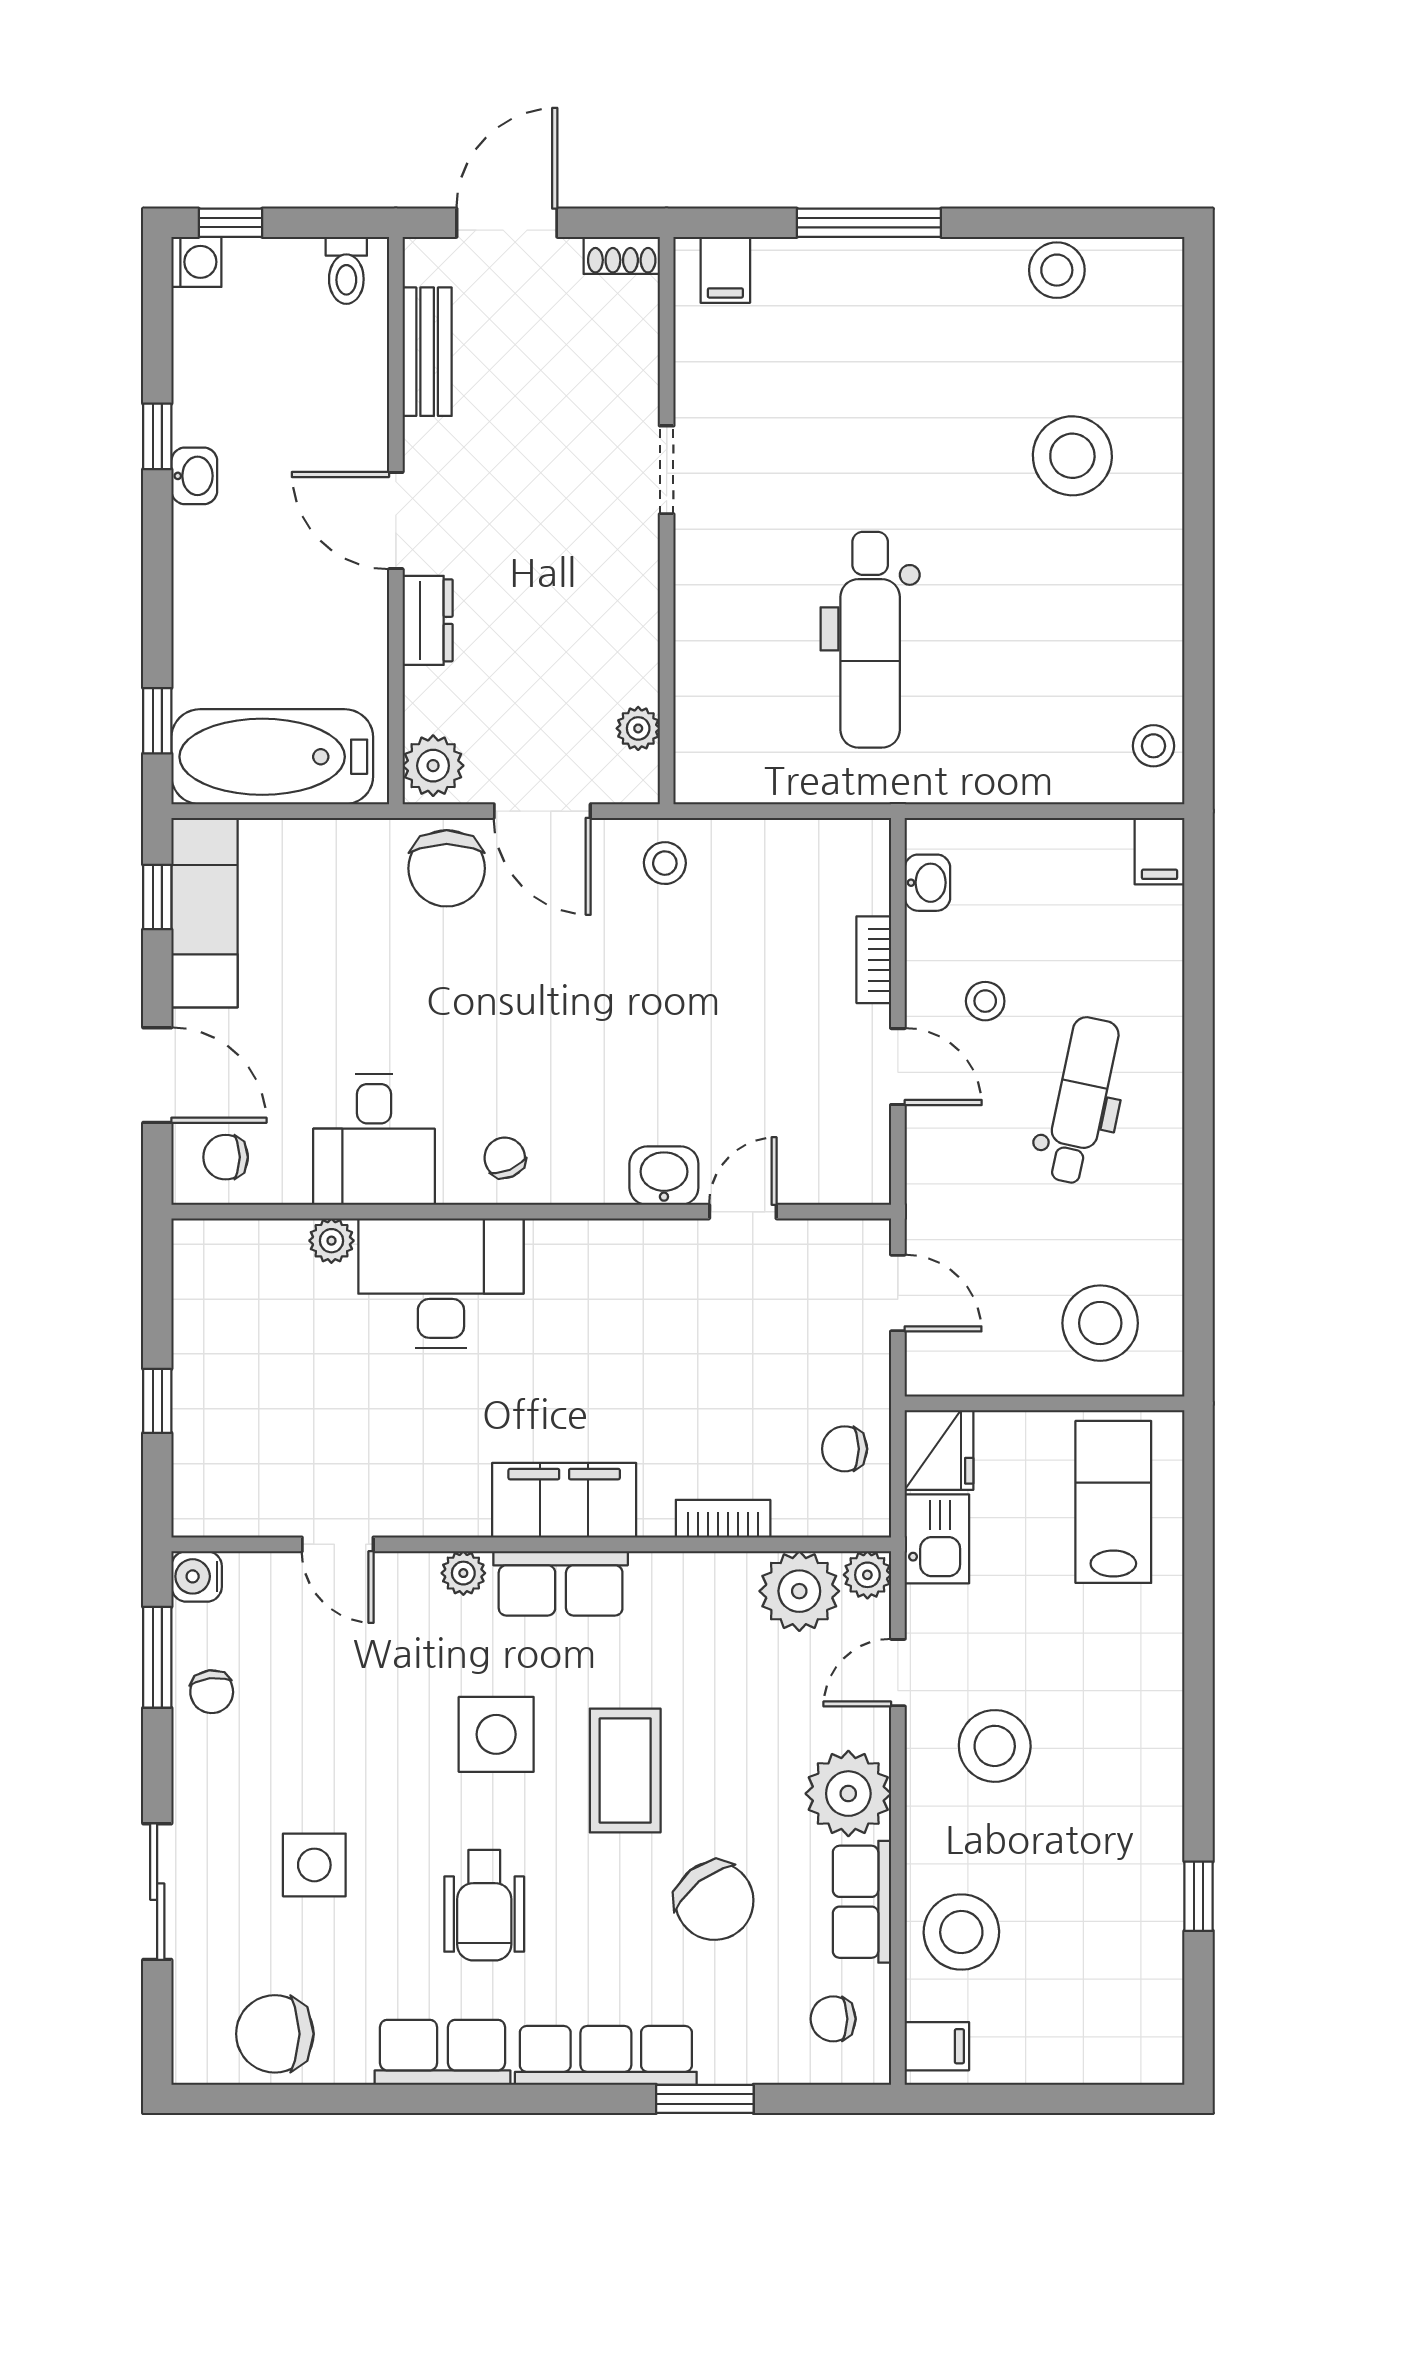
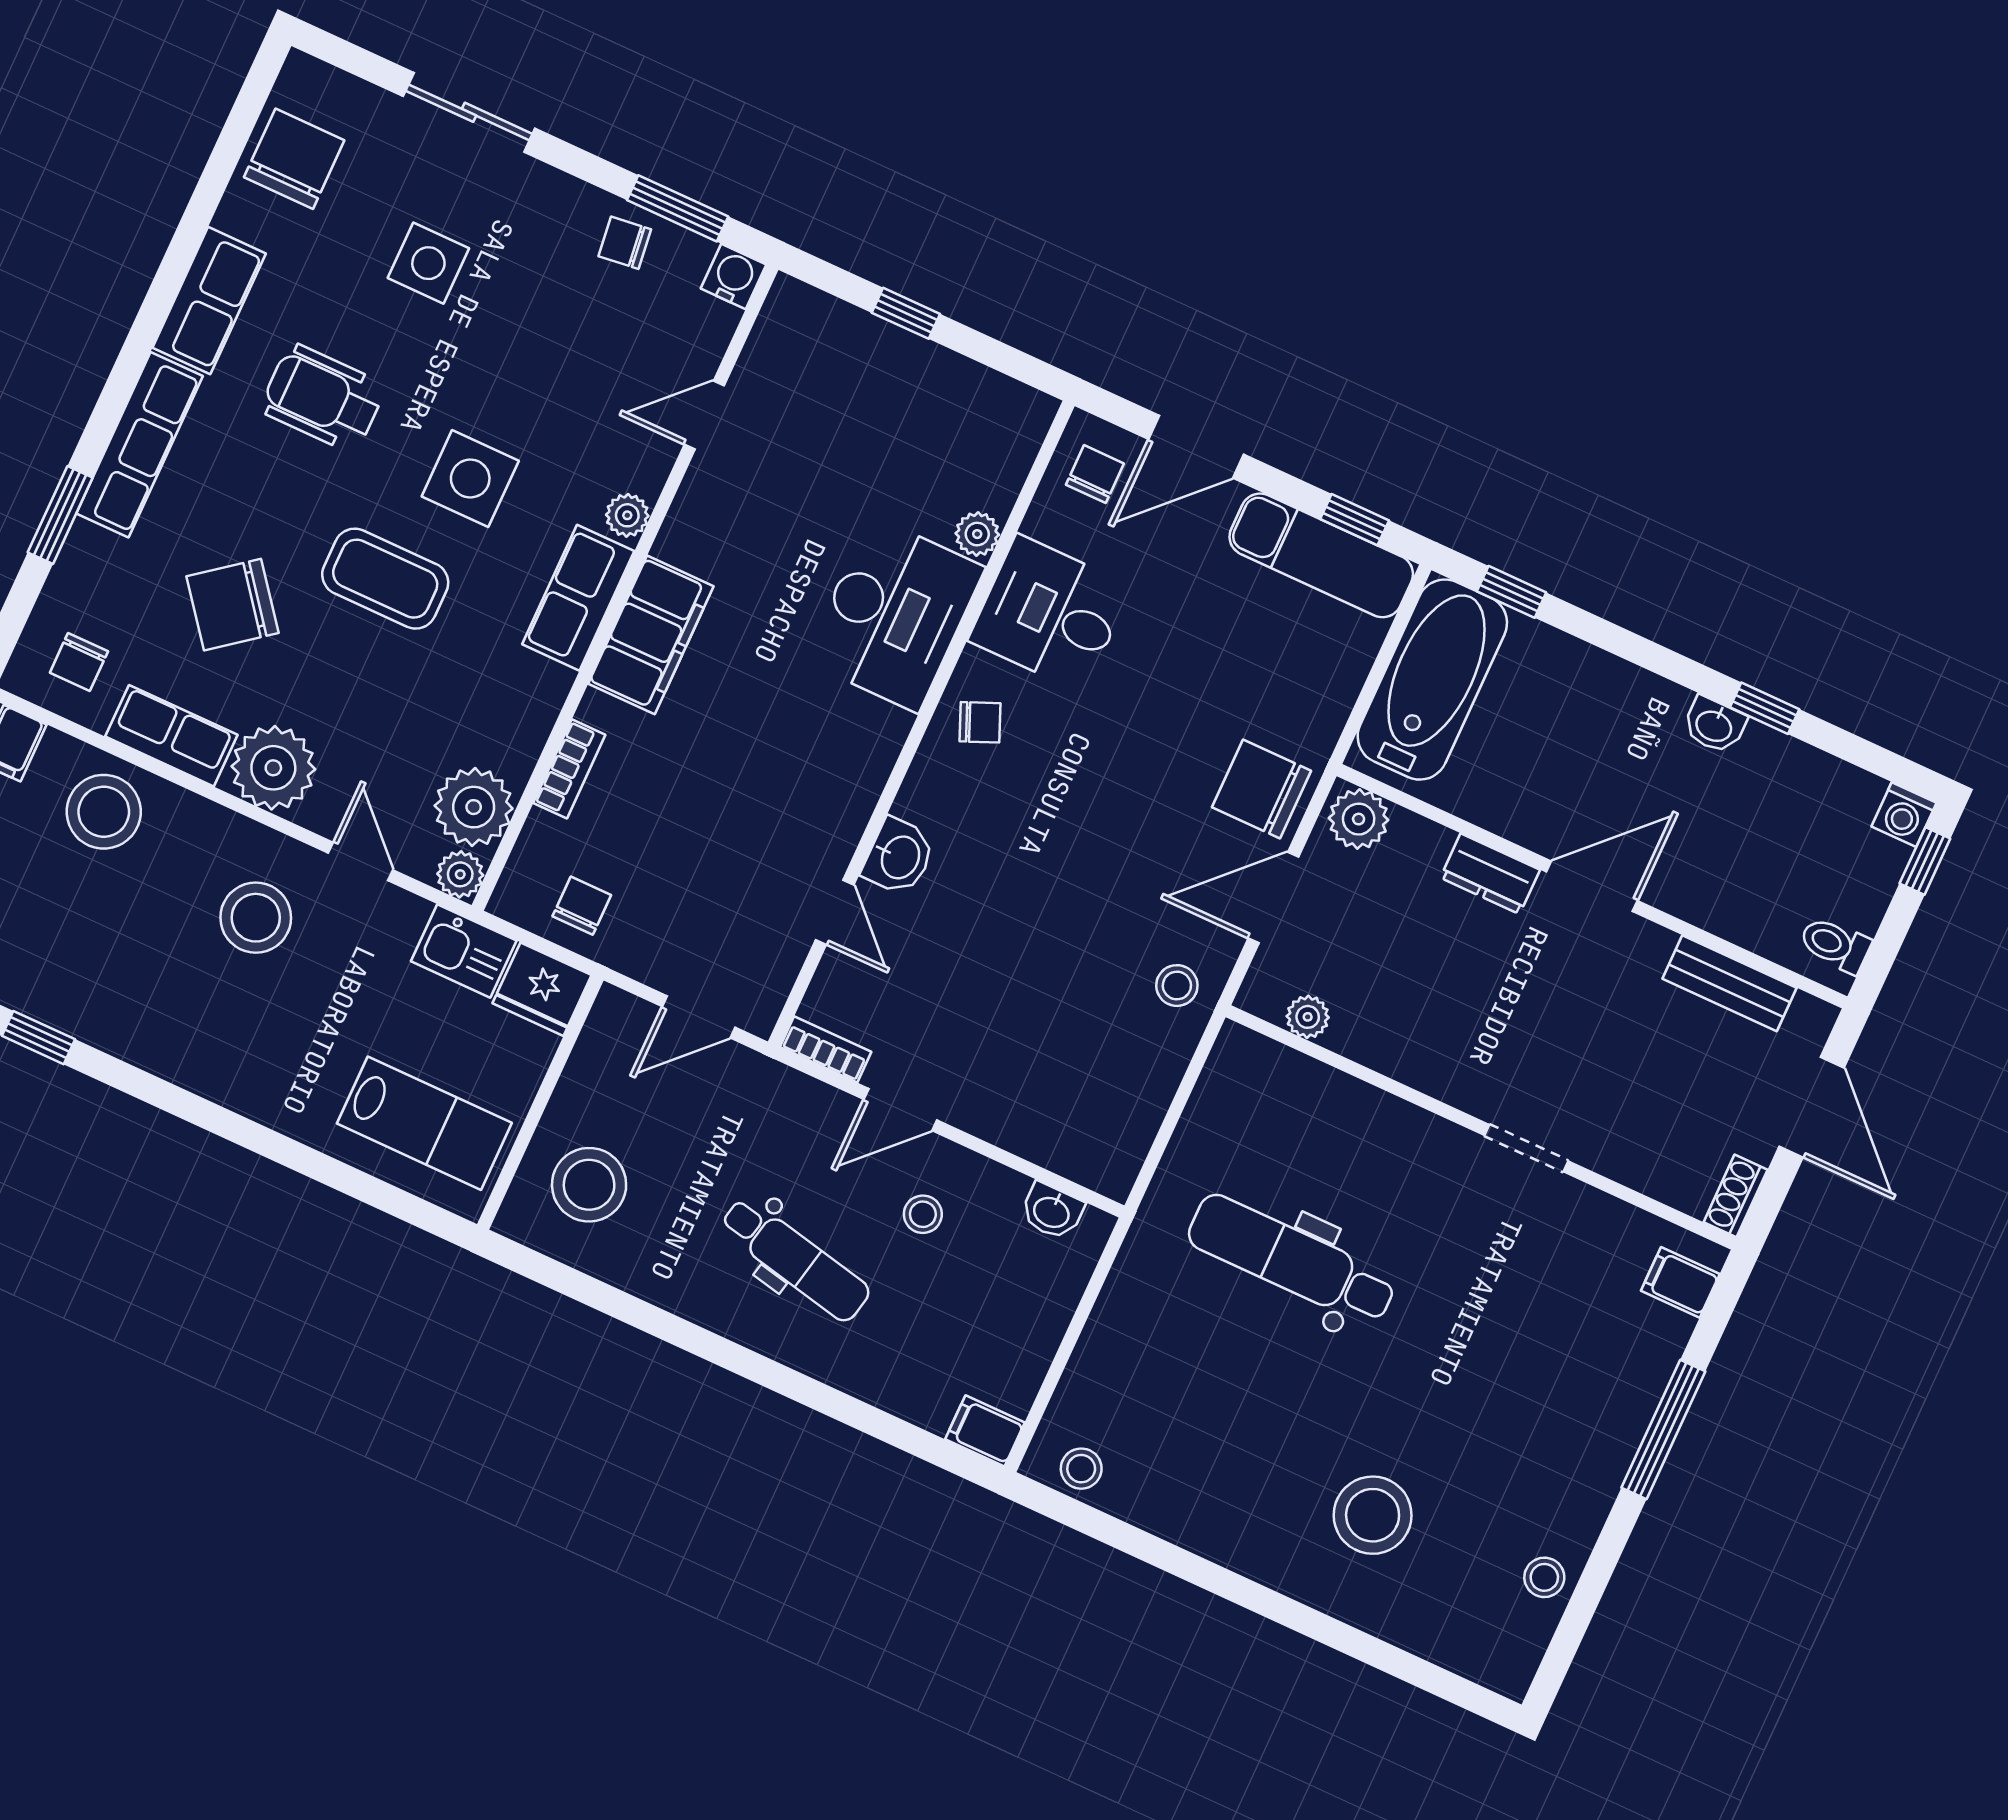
stool: (1057, 270) -> (1544, 1577), width x0.73, depth x0.73
bookcase: (874, 960) -> (826, 1049), moved
chair: (833, 2019) -> (79, 662), turned 180

